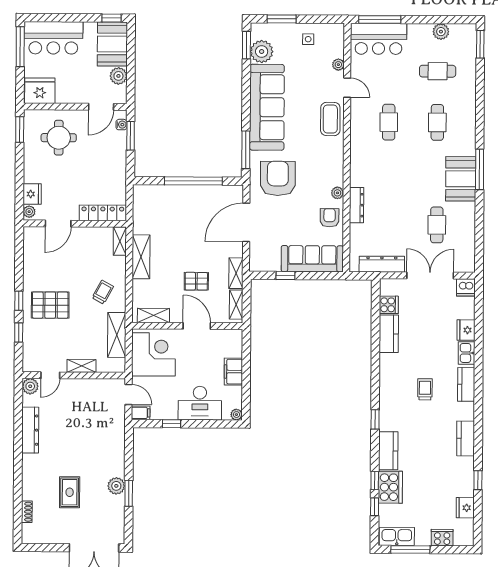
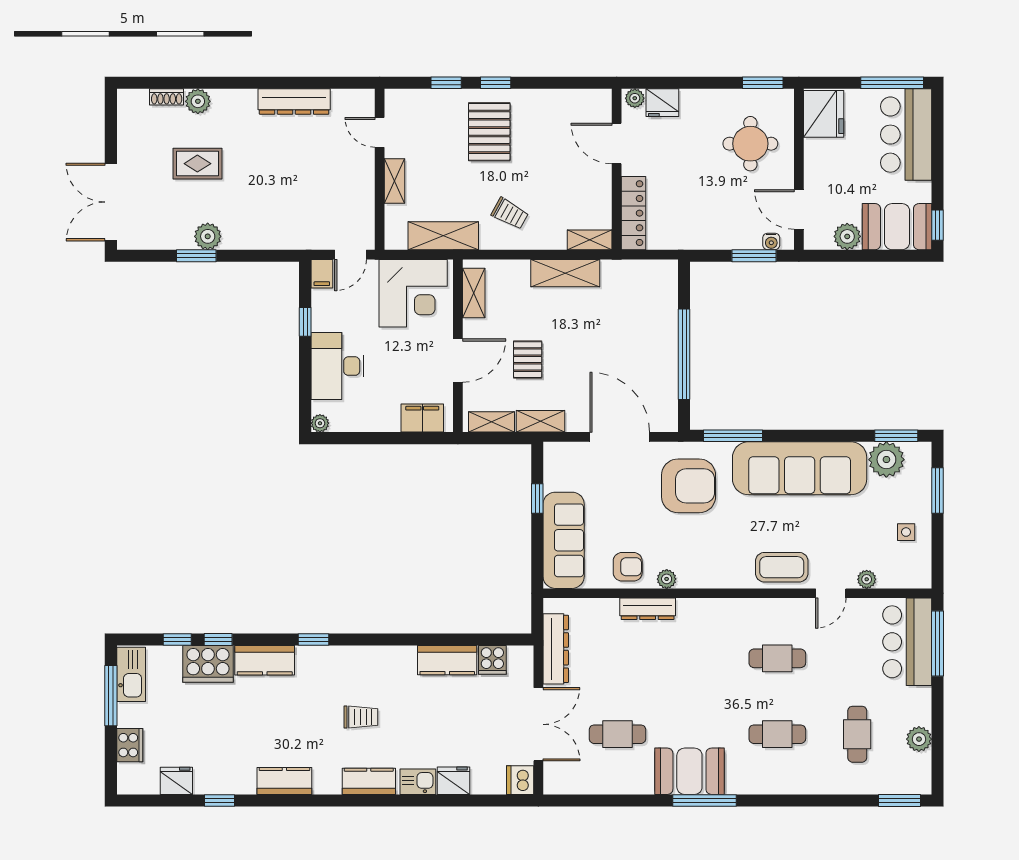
filing cabinet: (233, 372) -> (422, 418), moved
plant: (30, 386) -> (198, 101), moved

